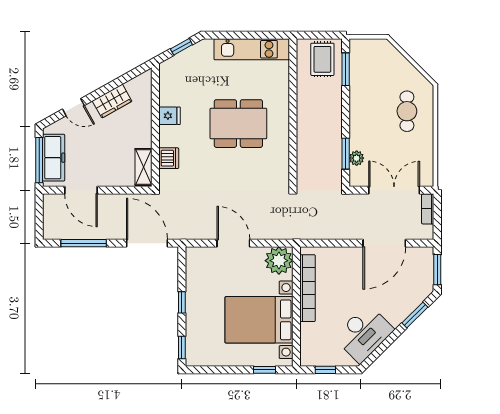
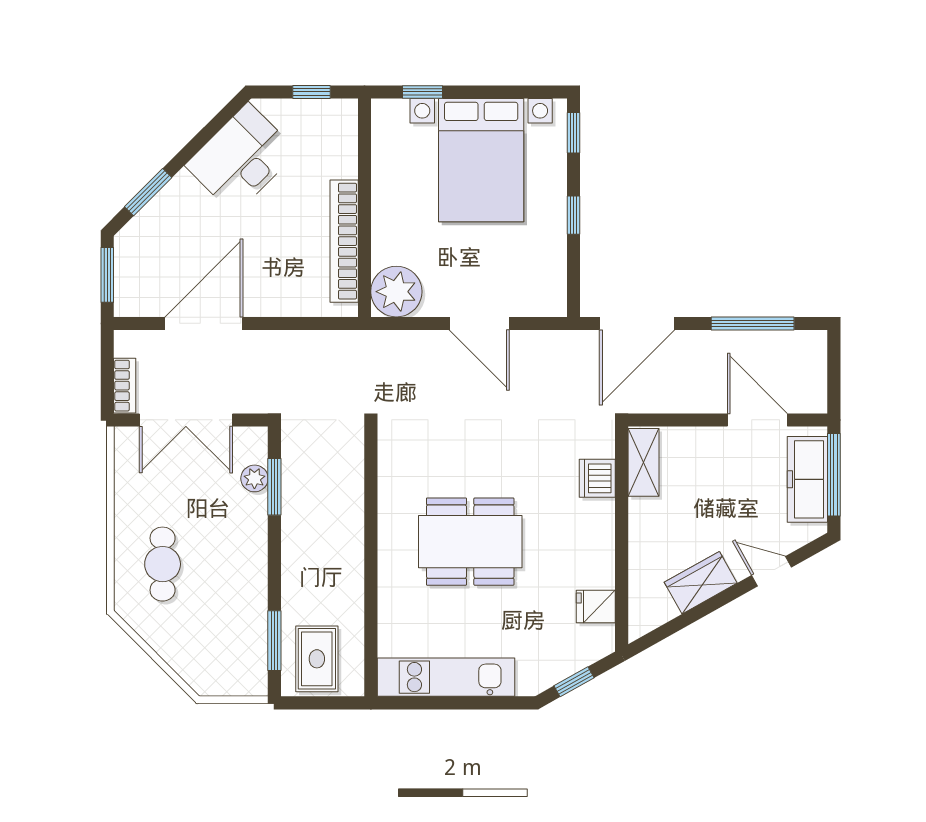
fridge: (170, 116) -> (596, 606), moved
door: (147, 243) -> (637, 323), hinge flipped
bed with nightstands: (259, 320) -> (481, 160), moved, turned 90

